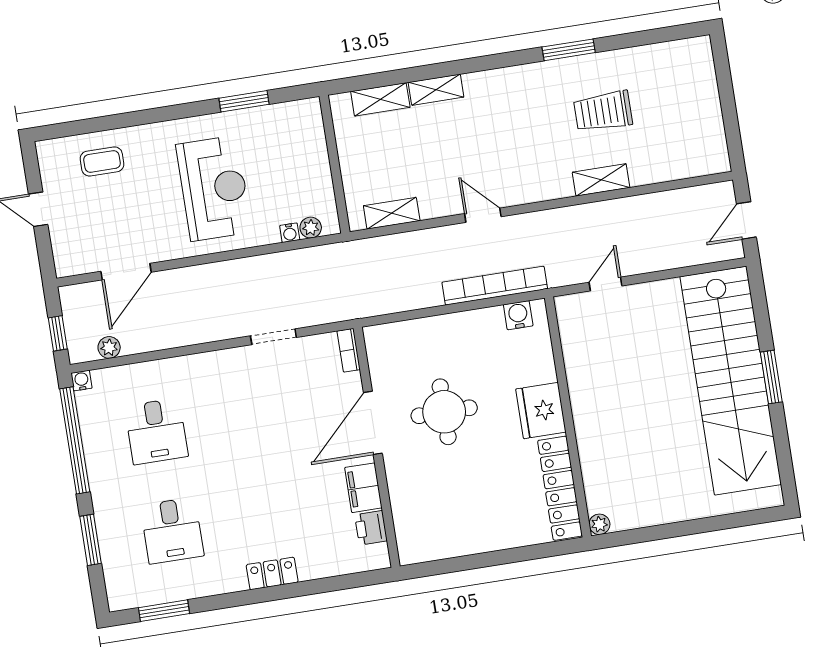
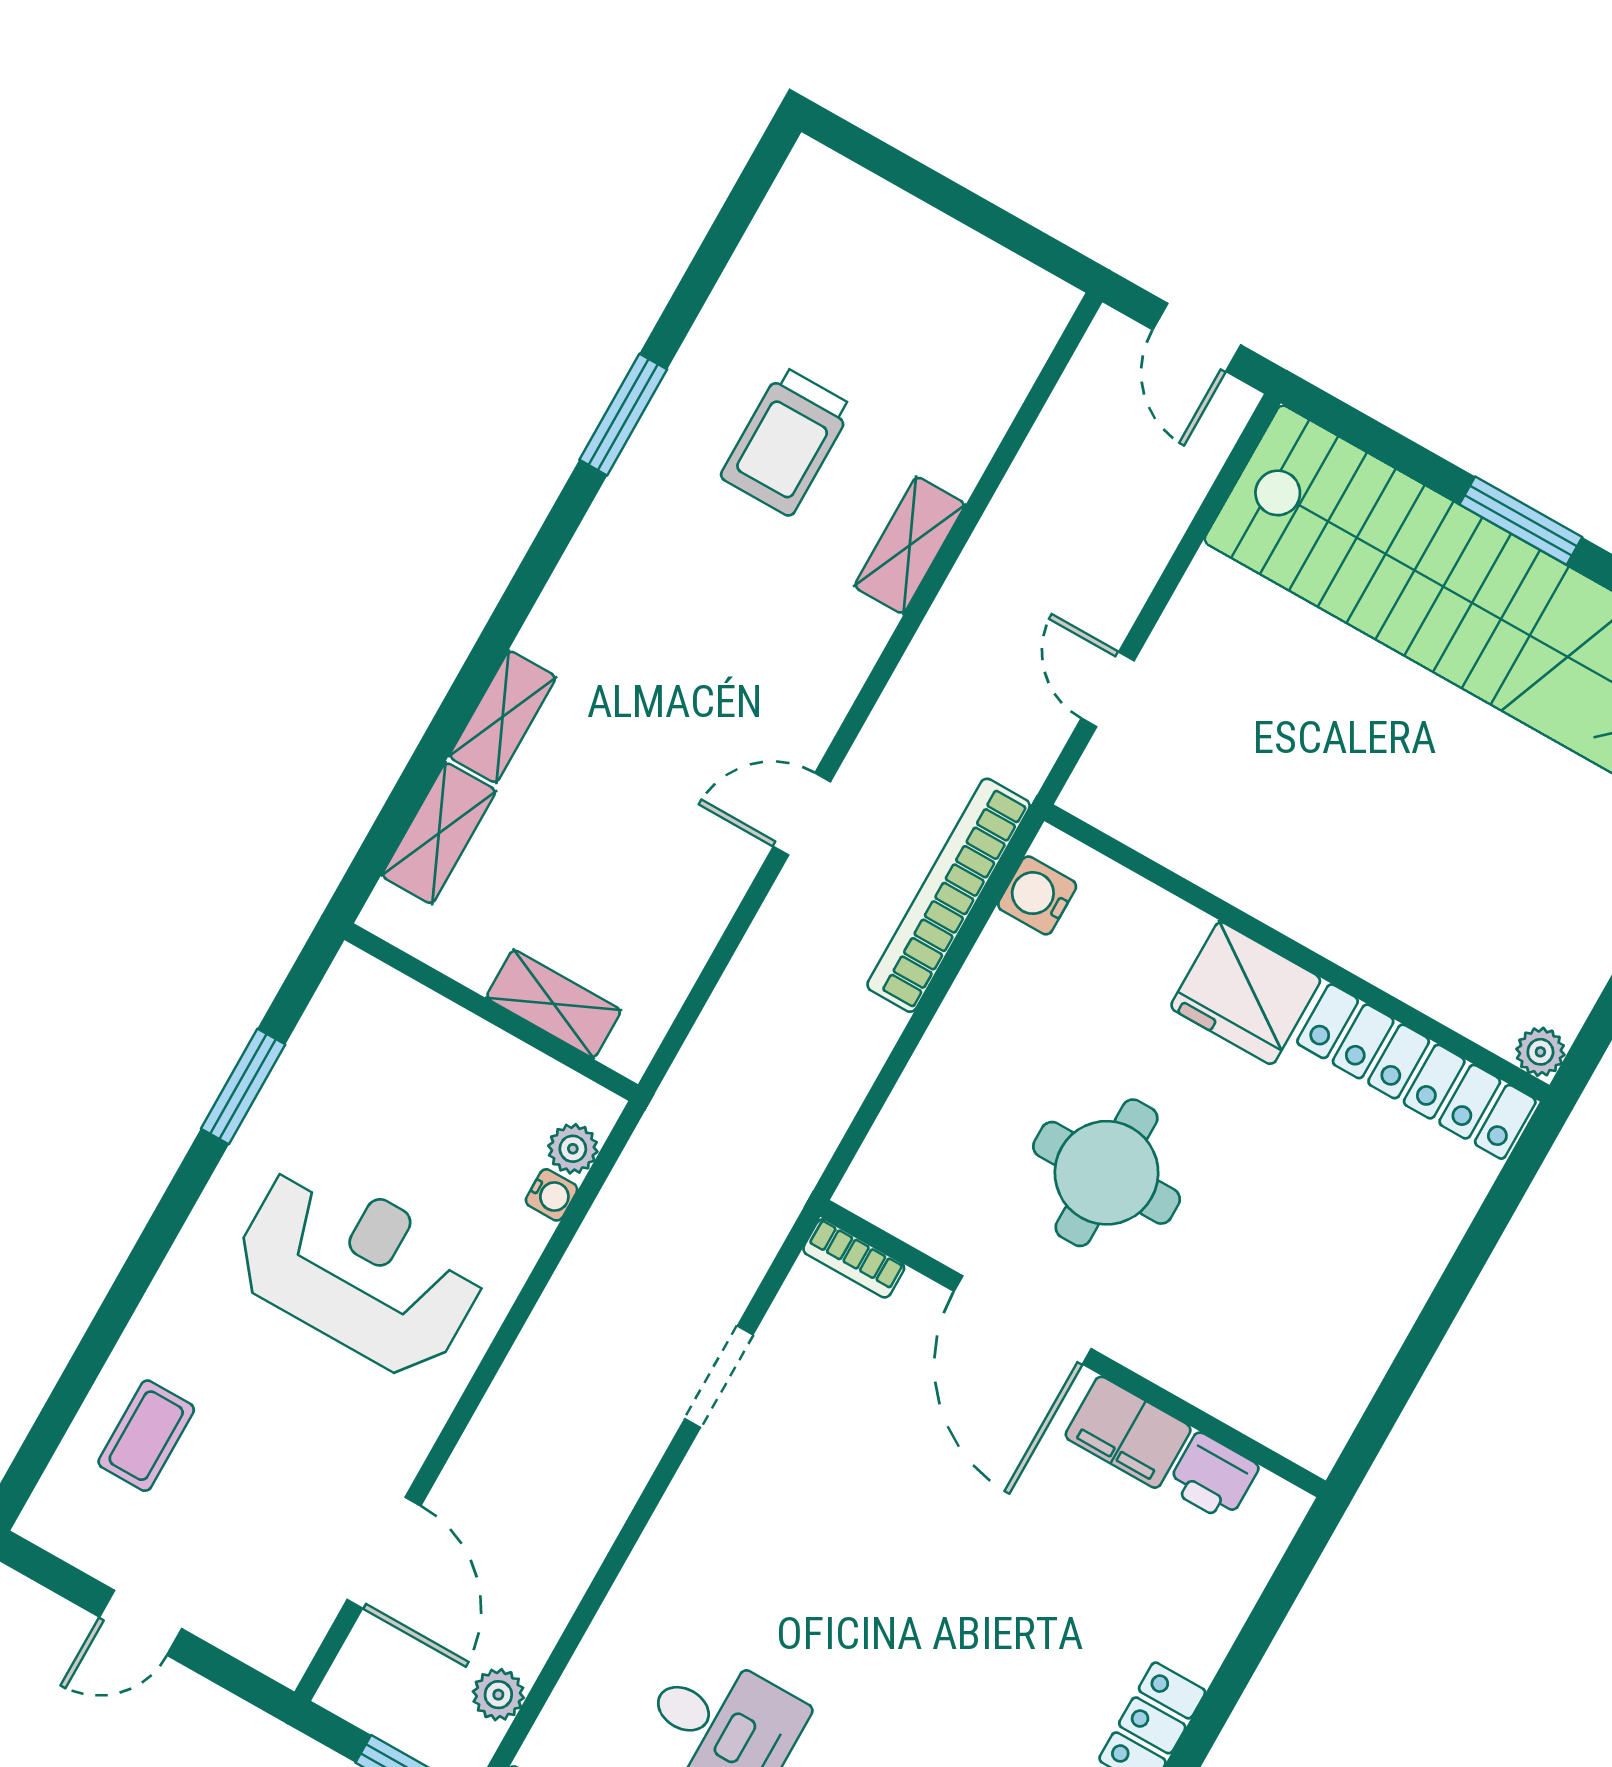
shelving: (392, 213) -> (554, 1004), moved, turned 90

